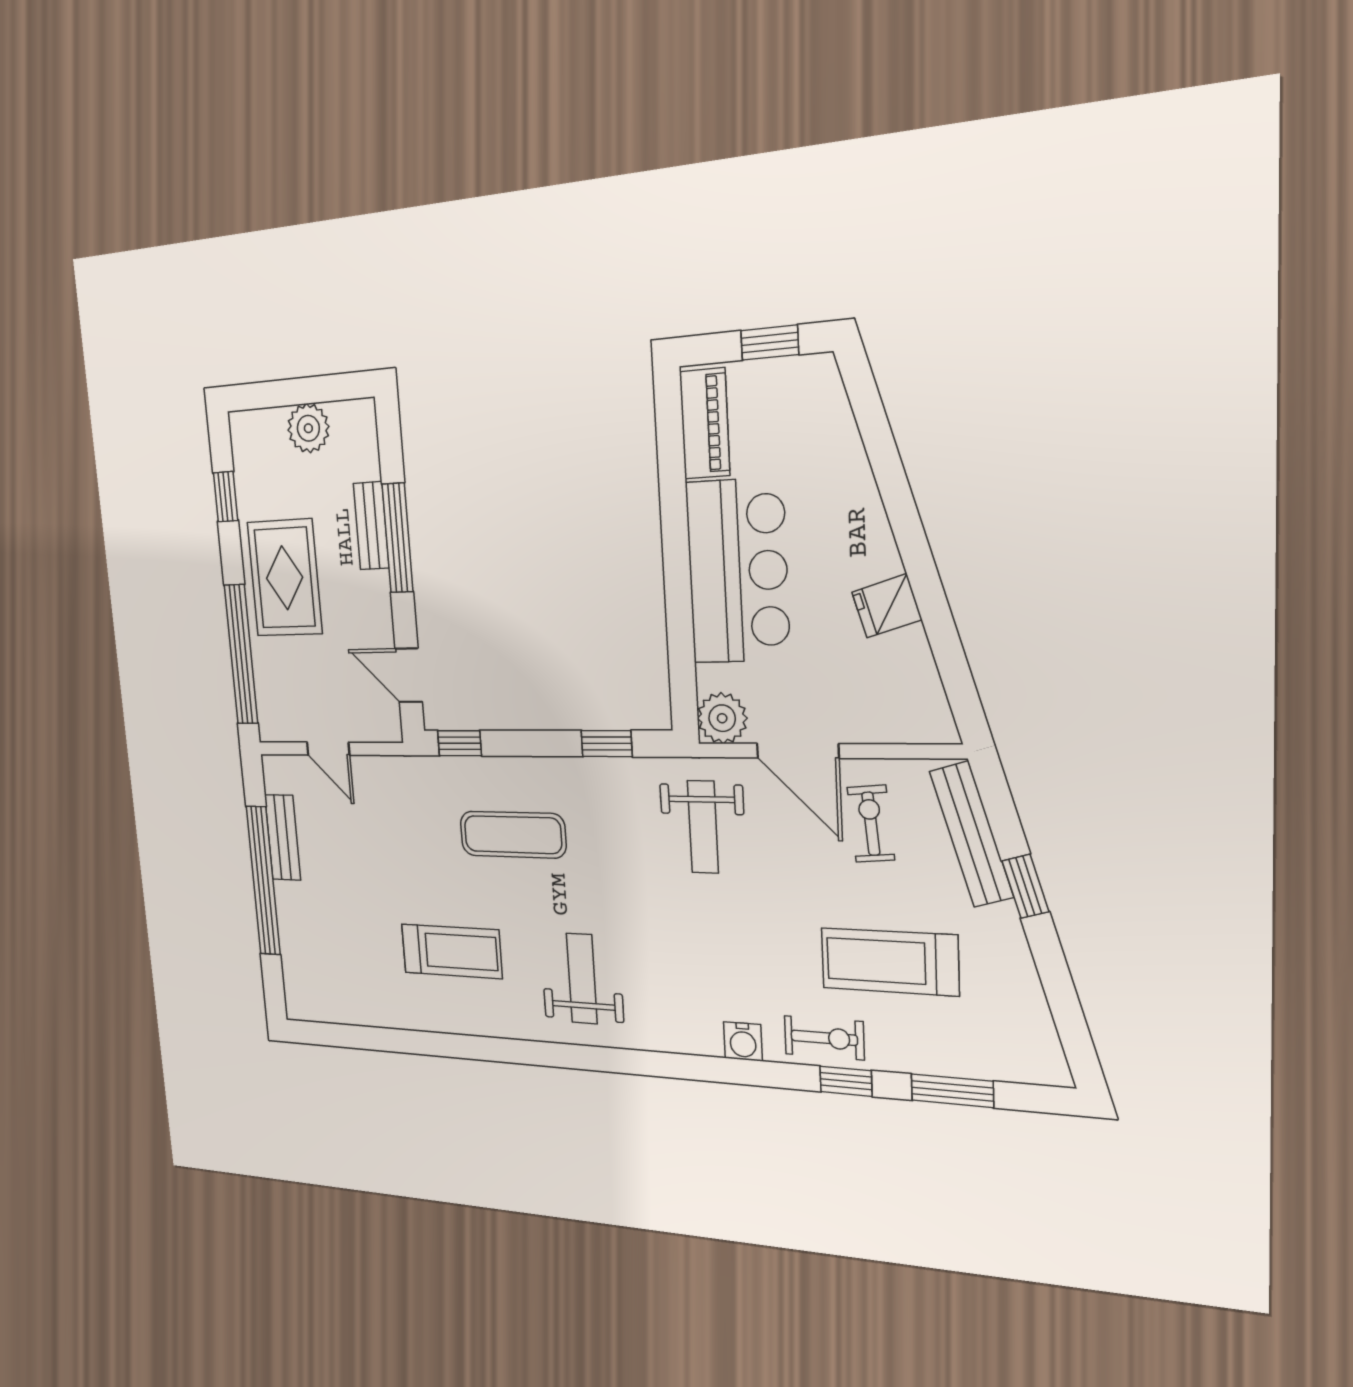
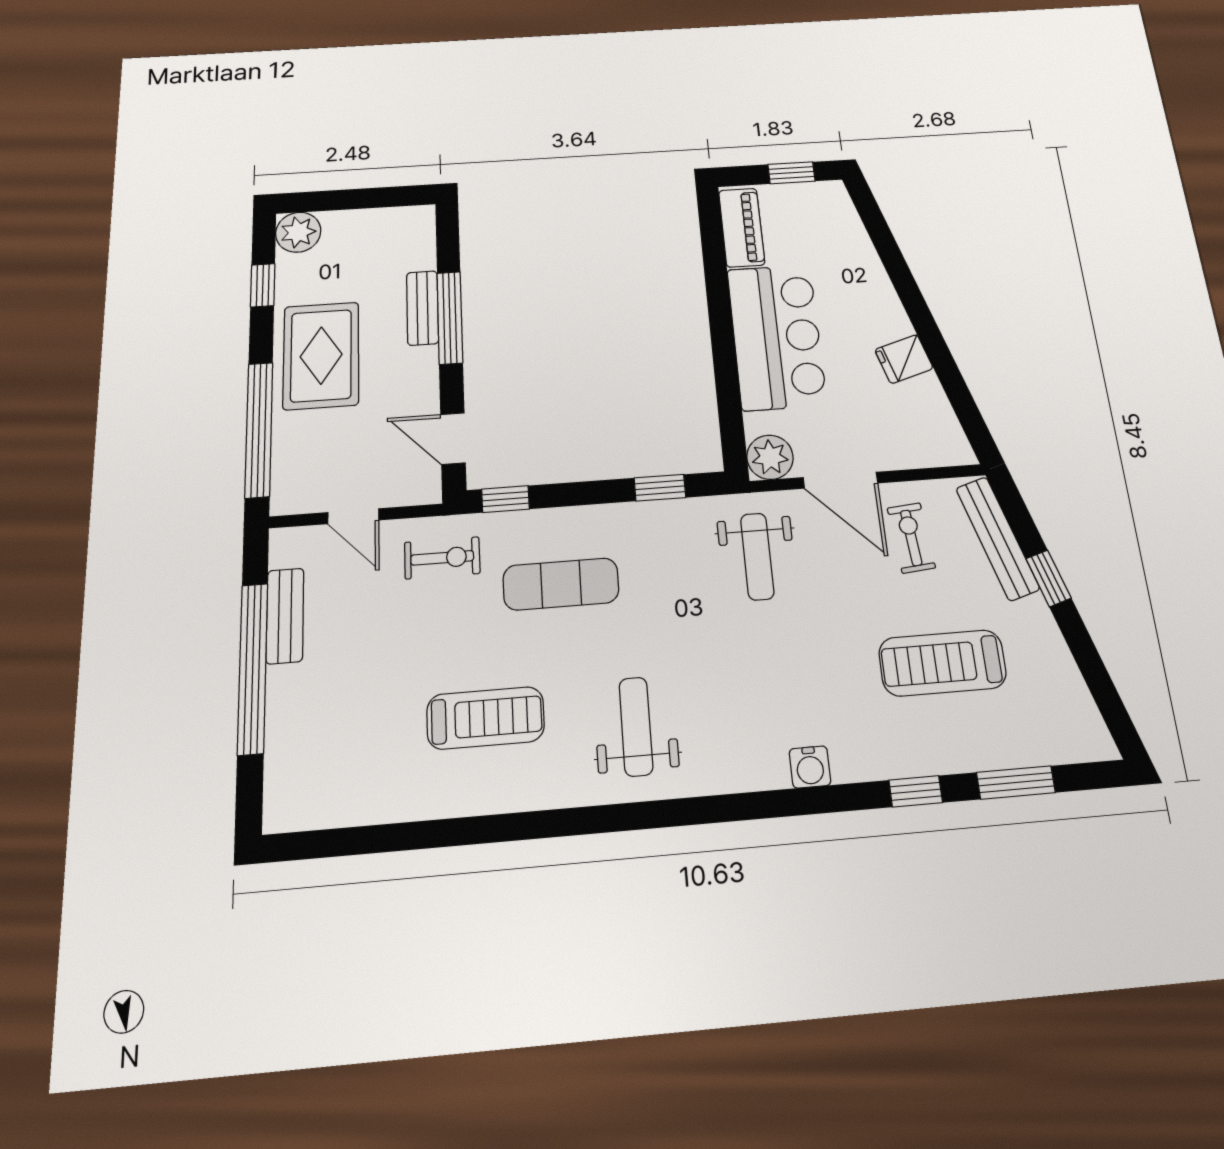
plant: (308, 428) -> (298, 232), moved
exercise bike: (824, 1038) -> (442, 558), moved

